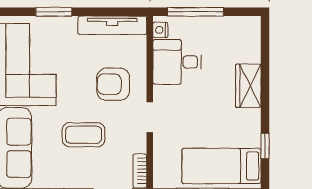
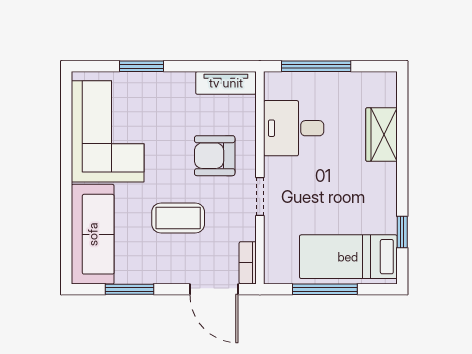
tv unit: (112, 25) -> (226, 83), width x0.71
nightstand: (160, 30) -> (273, 89), removed
wardrobe: (248, 86) -> (381, 135), moved

